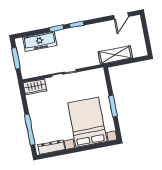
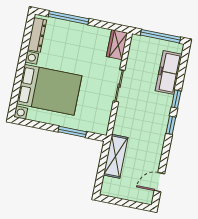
door: (121, 16) -> (159, 182), hinge flipped
window: (16, 58) -> (160, 36), width x1.44
window: (113, 106) -> (72, 132), moved

